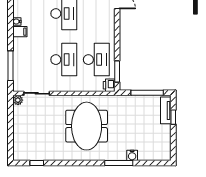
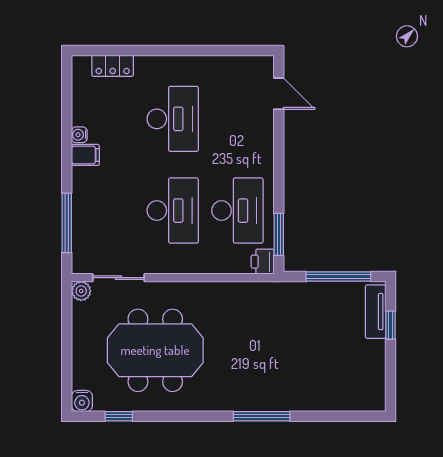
meeting table: (87, 126) -> (155, 350), moved, turned 90
water cooler: (132, 155) -> (82, 401), moved
window: (119, 163) -> (262, 416), moved

